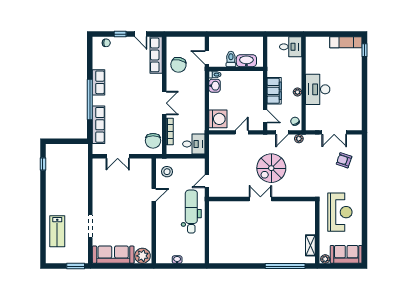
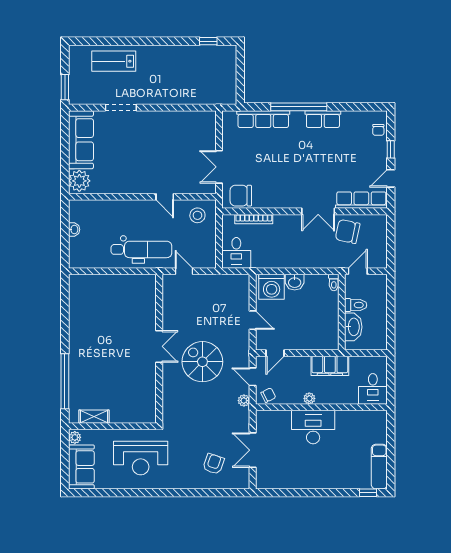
washbasin: (215, 86) -> (295, 282), moved
filing cabinet: (274, 91) -> (330, 366), moved
double door: (164, 103) -> (318, 211), moved
double door: (118, 156) -> (219, 167), moved

